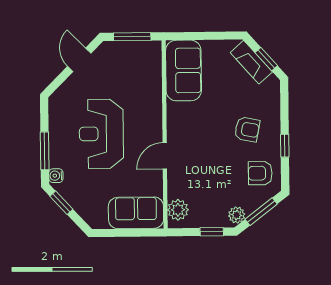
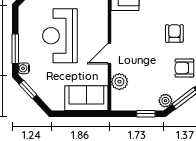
armchair: (247, 129) -> (174, 33), turned -101
plant: (178, 210) -> (119, 82), moved

